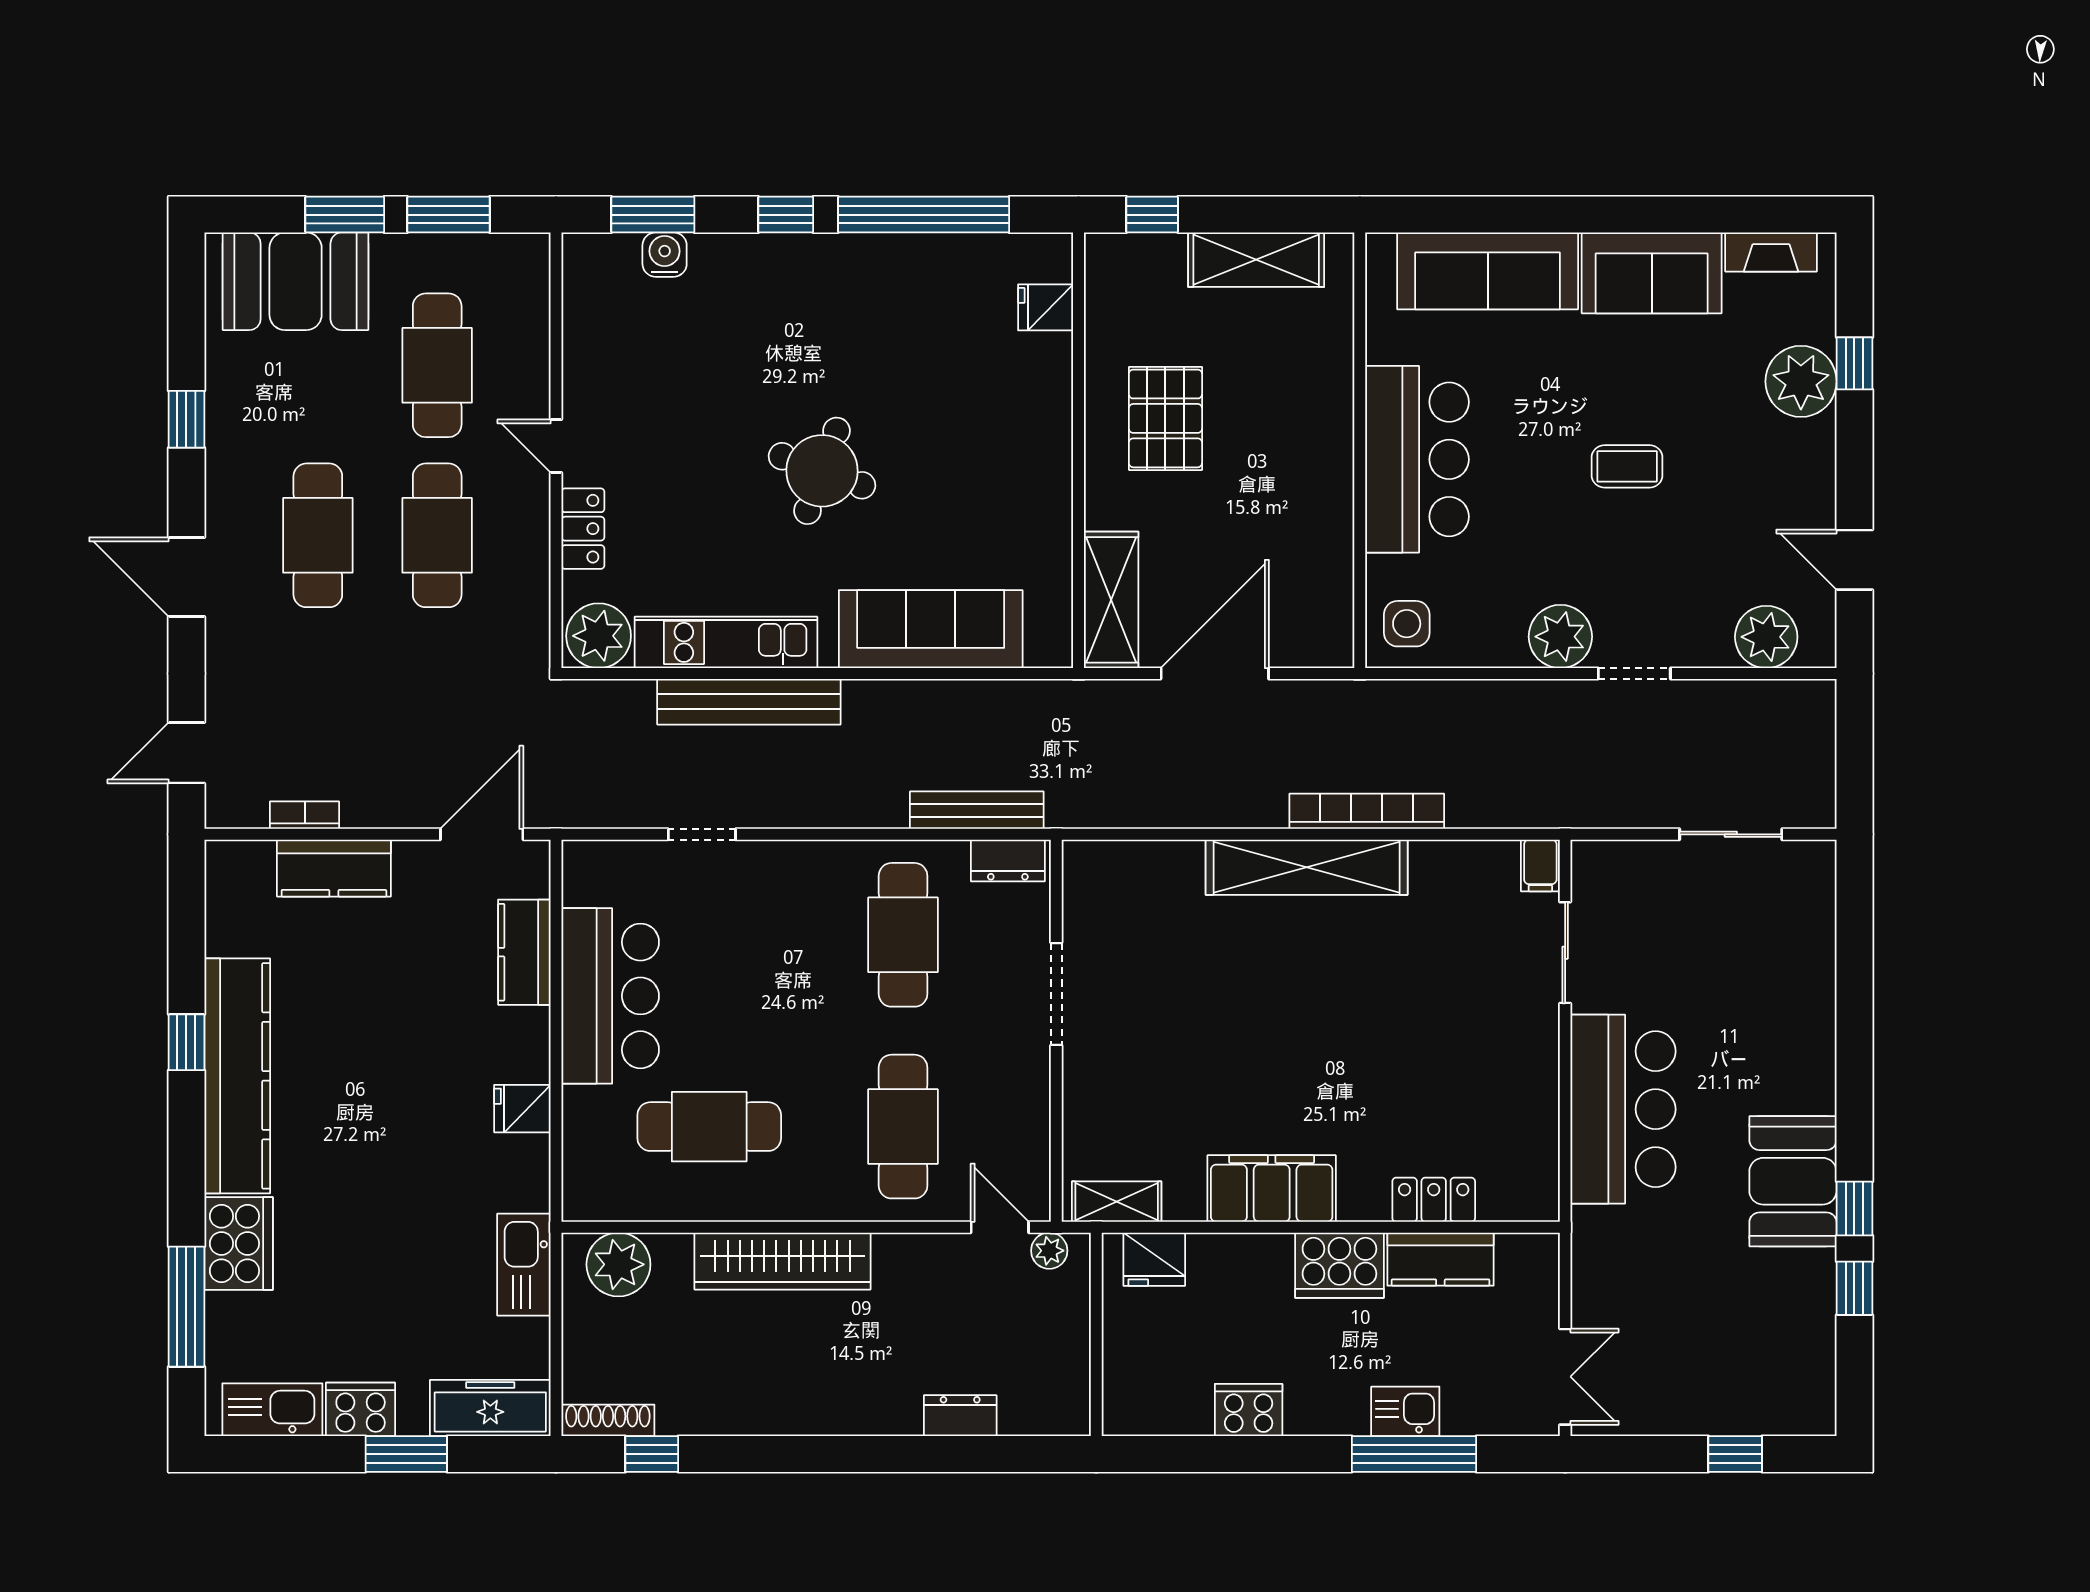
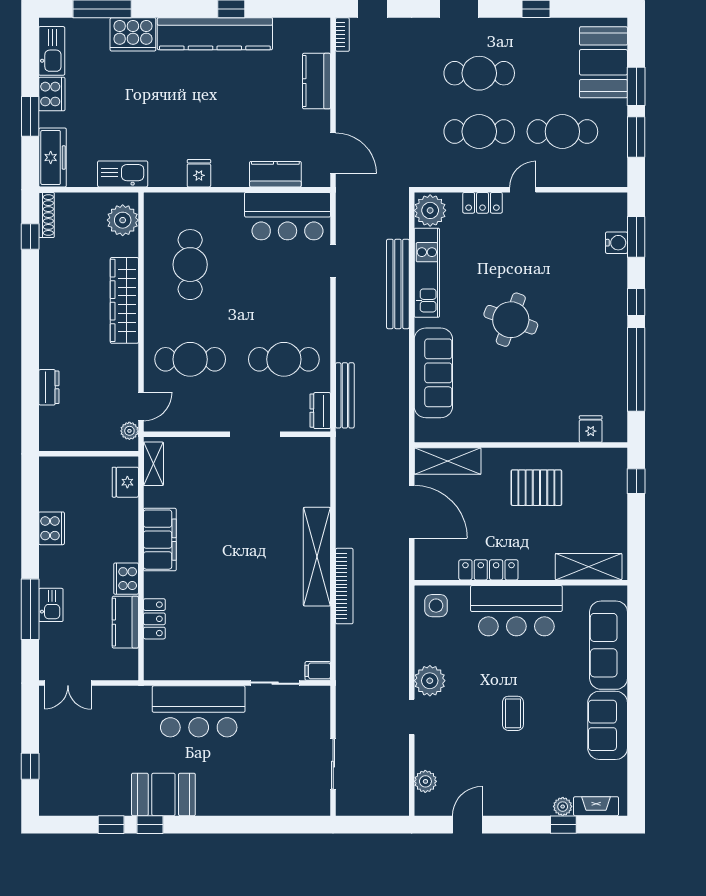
fireplace: (1771, 252) -> (596, 806), moved, turned 90
shelving: (1256, 260) -> (589, 567), moved, turned 90
plant: (1801, 381) -> (563, 807), width x0.53, depth x0.53
locker: (1334, 516) -> (488, 570), added
plant: (1766, 637) -> (425, 781), width x0.73, depth x0.73
bookcase: (305, 815) -> (342, 35), moved
bar counter: (610, 996) -> (288, 216), moved
cooker: (1339, 1265) -> (126, 579), width x0.73, depth x0.76

